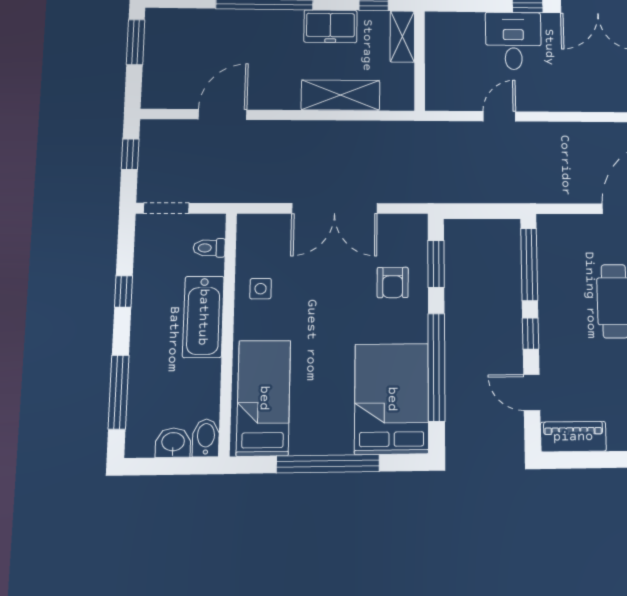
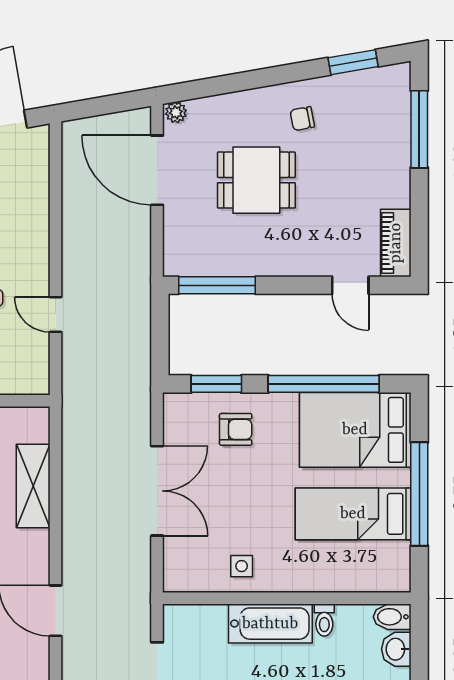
toilet: (209, 248) -> (324, 620), moved
window: (531, 334) -> (290, 285), removed
door: (532, 392) -> (350, 285), hinge flipped
bed: (264, 398) -> (353, 514), moved

